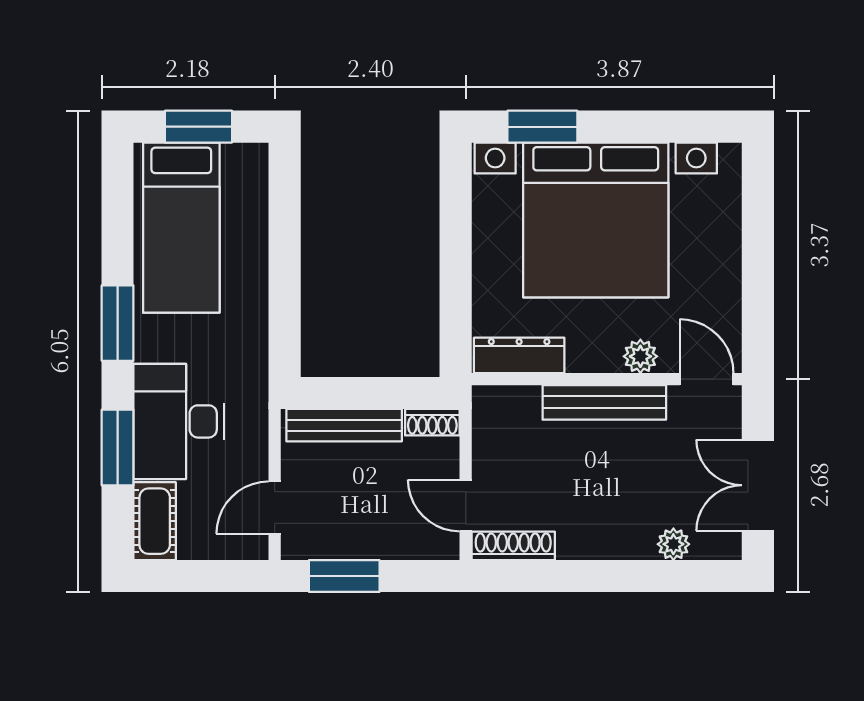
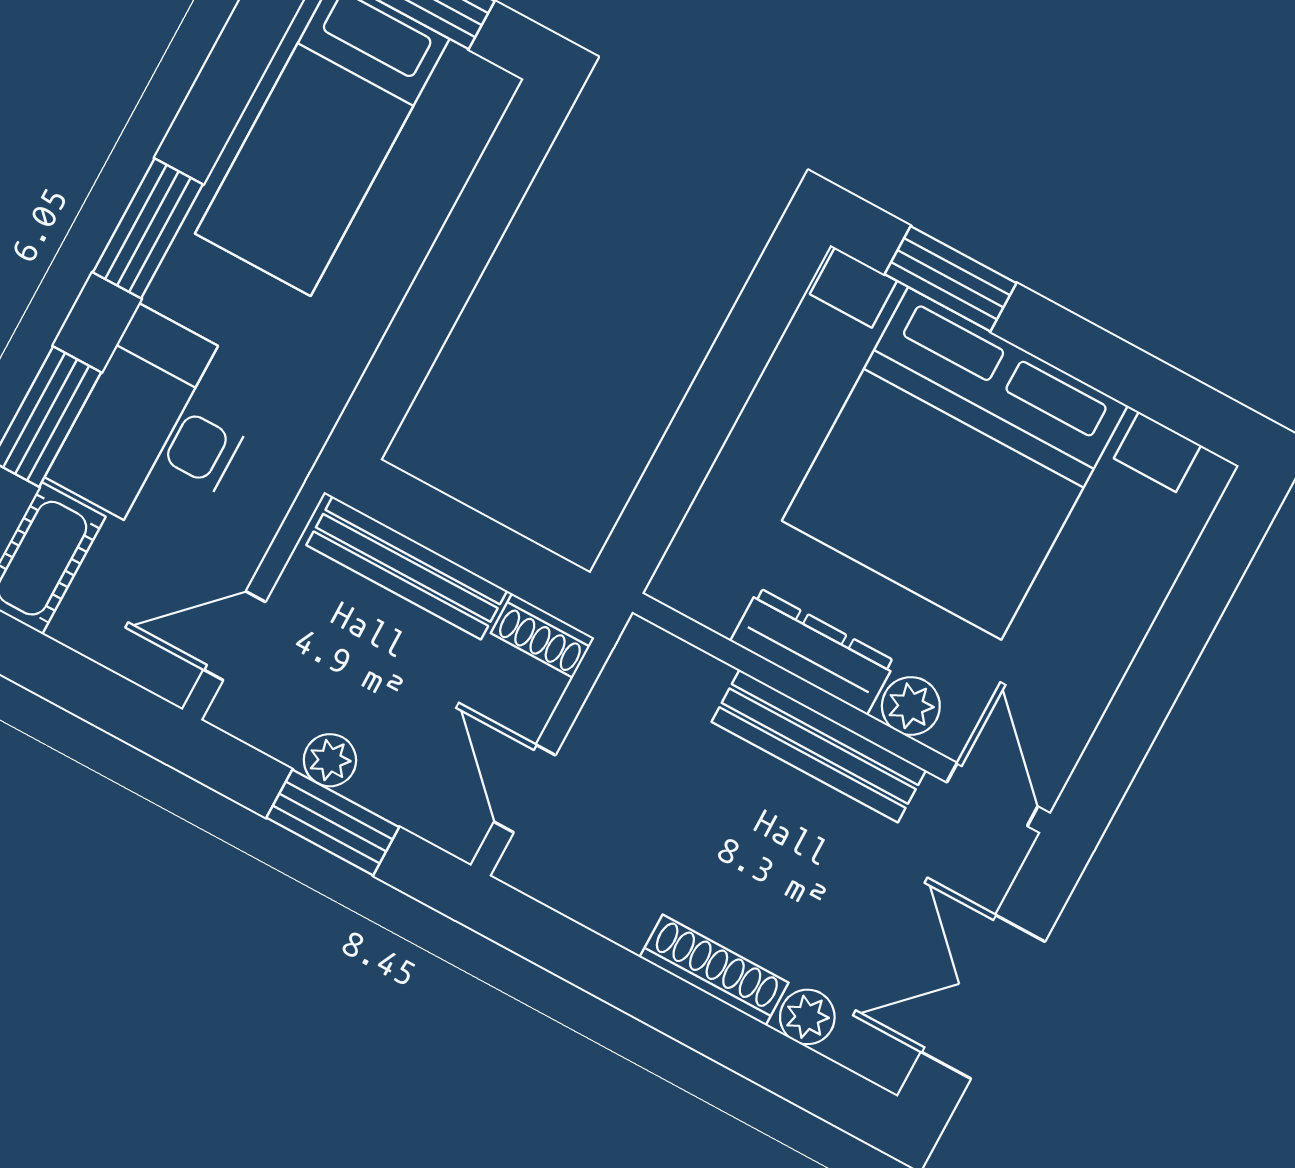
dresser: (519, 355) -> (813, 651), moved
plant: (358, 545) -> (330, 760), added
shoe rack: (513, 546) -> (714, 970), moved
window: (344, 576) -> (333, 822), moved

